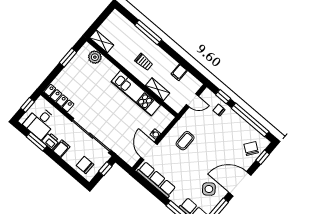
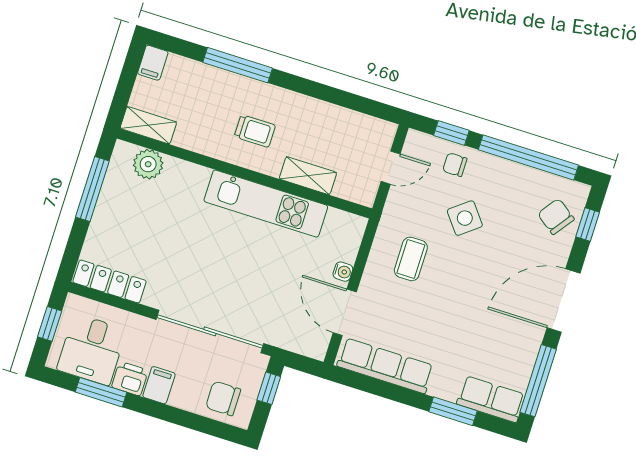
window: (68, 58) -> (92, 189), width x1.44
filing cabinet: (179, 72) -> (153, 63), moved
side table: (209, 189) -> (465, 218), moved

